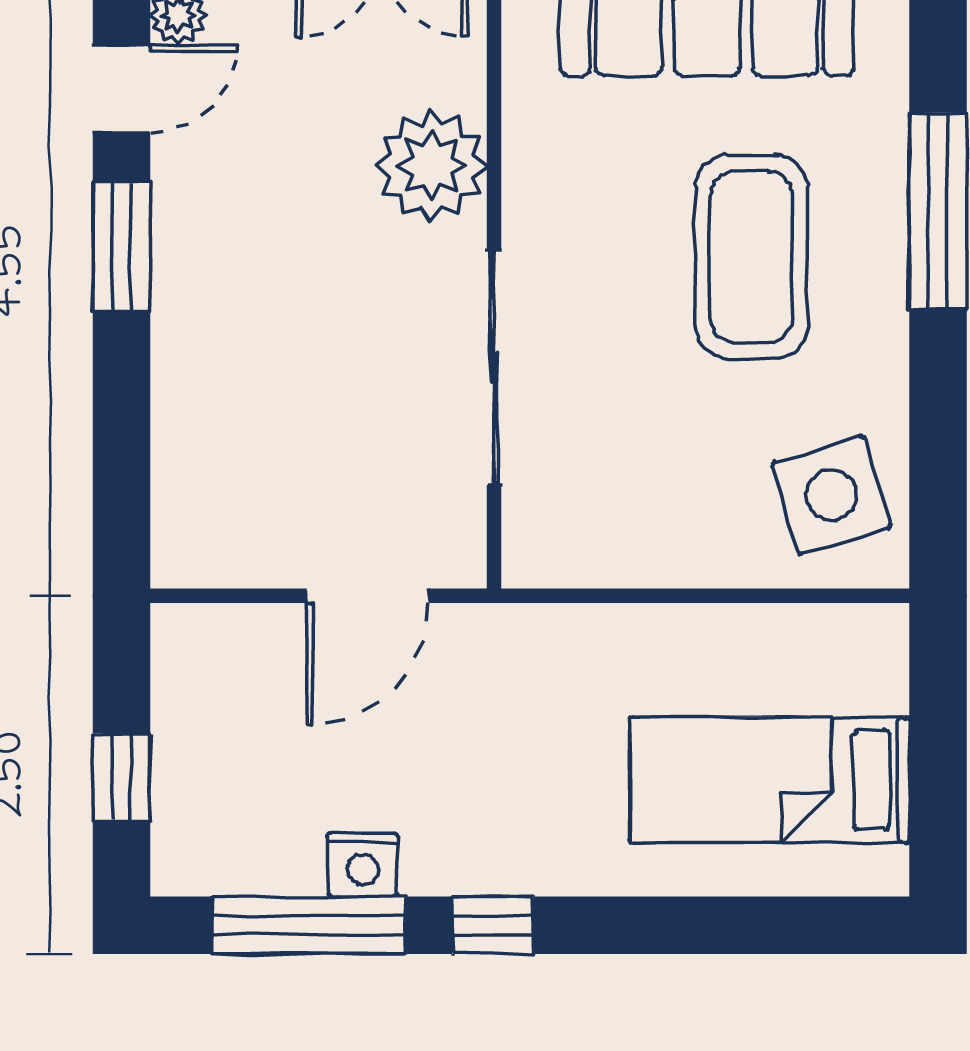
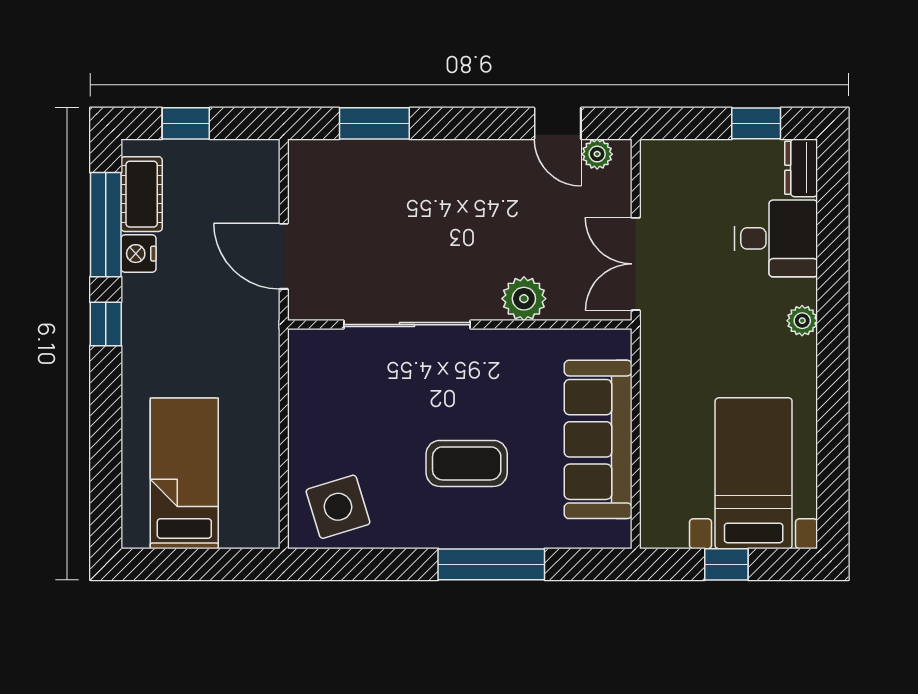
plant: (431, 166) -> (524, 299), width x0.73, depth x0.73
window: (122, 247) -> (374, 123), moved
coffee table: (751, 257) -> (467, 463), width x0.73, depth x0.76
cot: (253, 859) -> (142, 194), added

